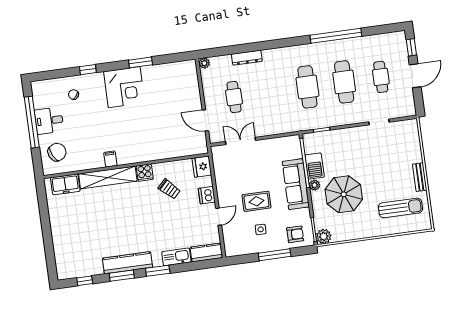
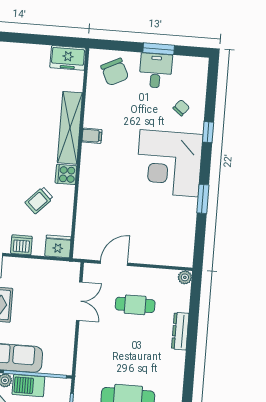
corner desk: (124, 87) -> (169, 163), width x1.36, depth x1.36
window: (32, 122) -> (159, 49), width x0.47
freezer: (65, 184) -> (68, 58), moved, turned -90

